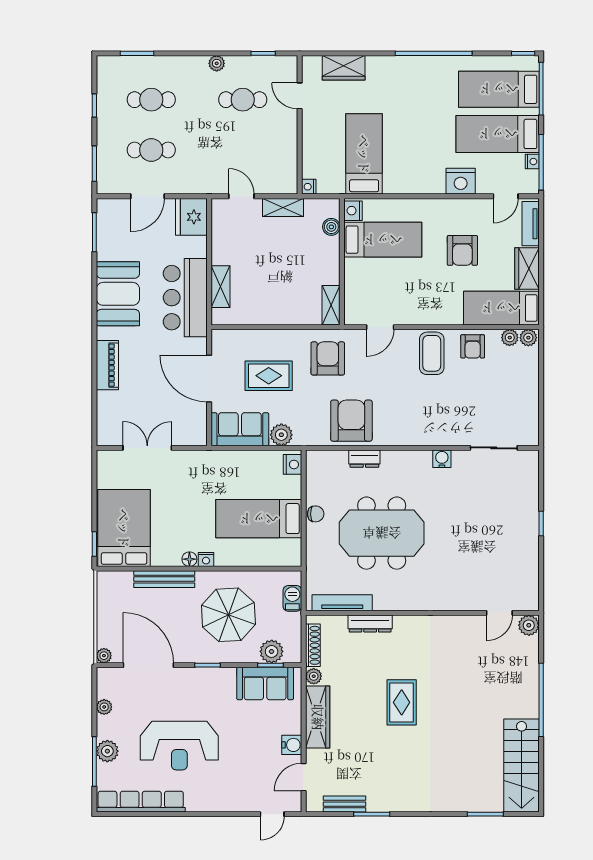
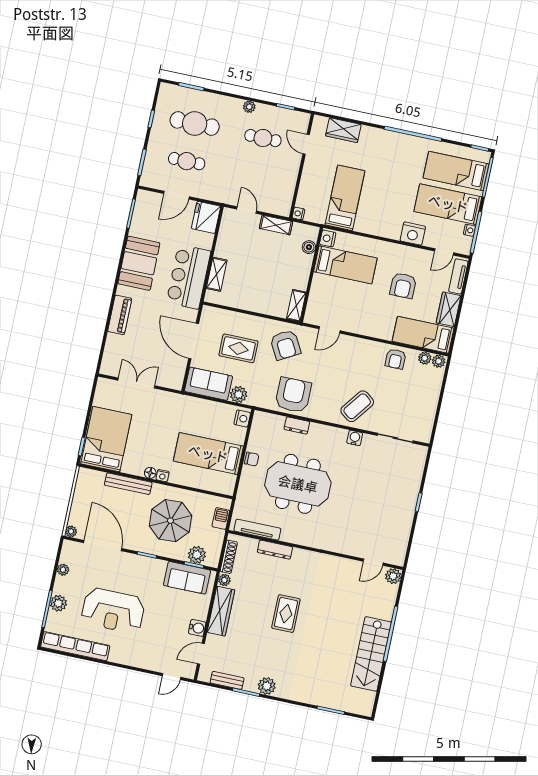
cafe table: (151, 100) -> (195, 124), width x1.37, depth x1.35
coffee table: (432, 353) -> (357, 406), moved, turned 37
armchair: (328, 358) -> (285, 345), turned 151
stairs: (522, 765) -> (371, 654), moved
plant: (397, 800) -> (267, 686), added

